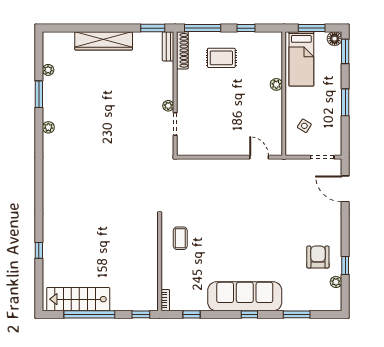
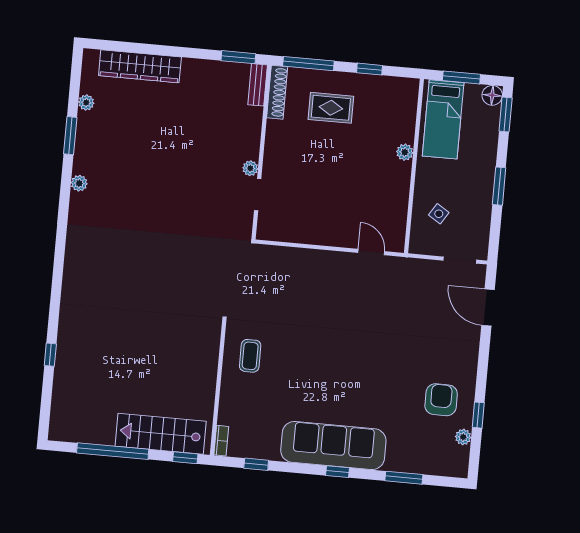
wardrobe: (104, 41) -> (140, 66), moved
stairs: (78, 299) -> (161, 434), moved

